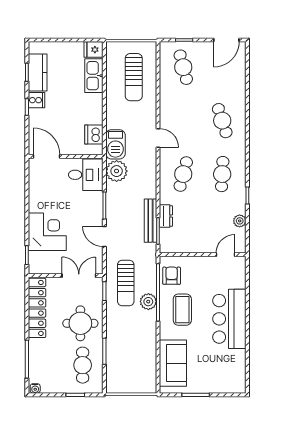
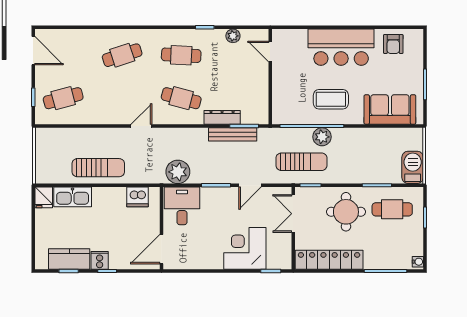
sun lounger: (134, 77) -> (98, 168), moved
barbecue: (115, 144) -> (413, 167), moved, turned -90
dresser: (166, 216) -> (222, 117), width x1.44
armchair: (172, 276) -> (393, 44), moved, turned -90

